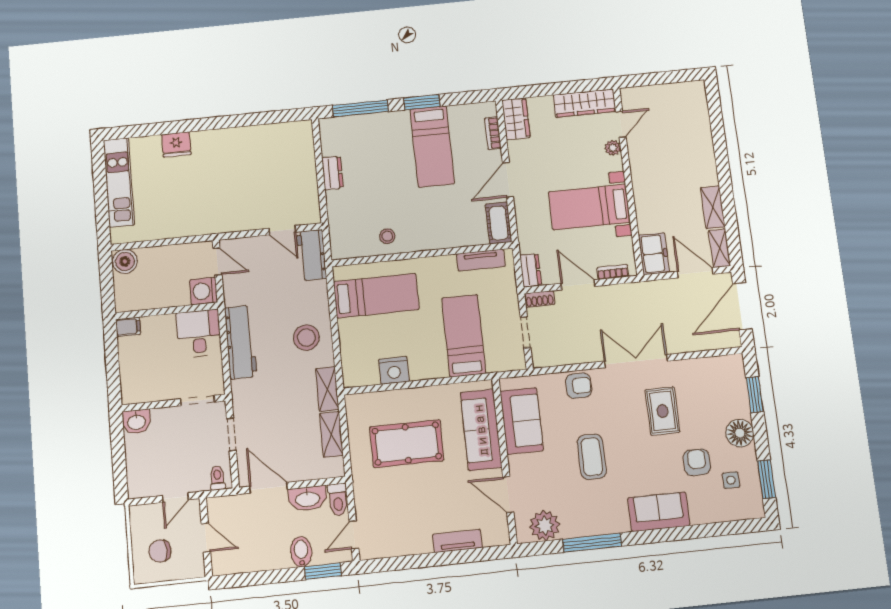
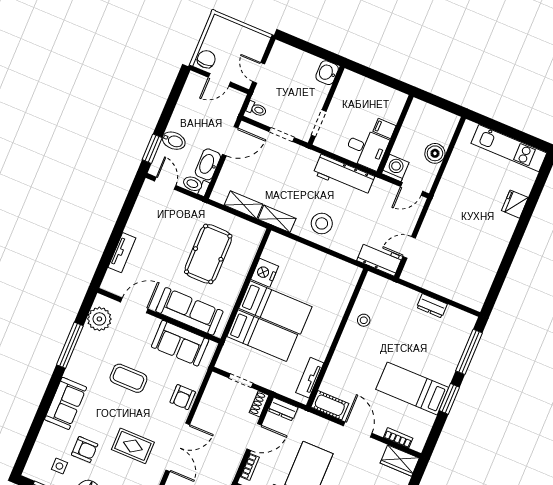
boiler: (125, 261) -> (435, 153), moved
bed: (376, 296) -> (275, 307), moved, turned -90
filing cabinet: (128, 327) -> (384, 129), moved, turned 90
chair: (160, 551) -> (206, 59), moved

